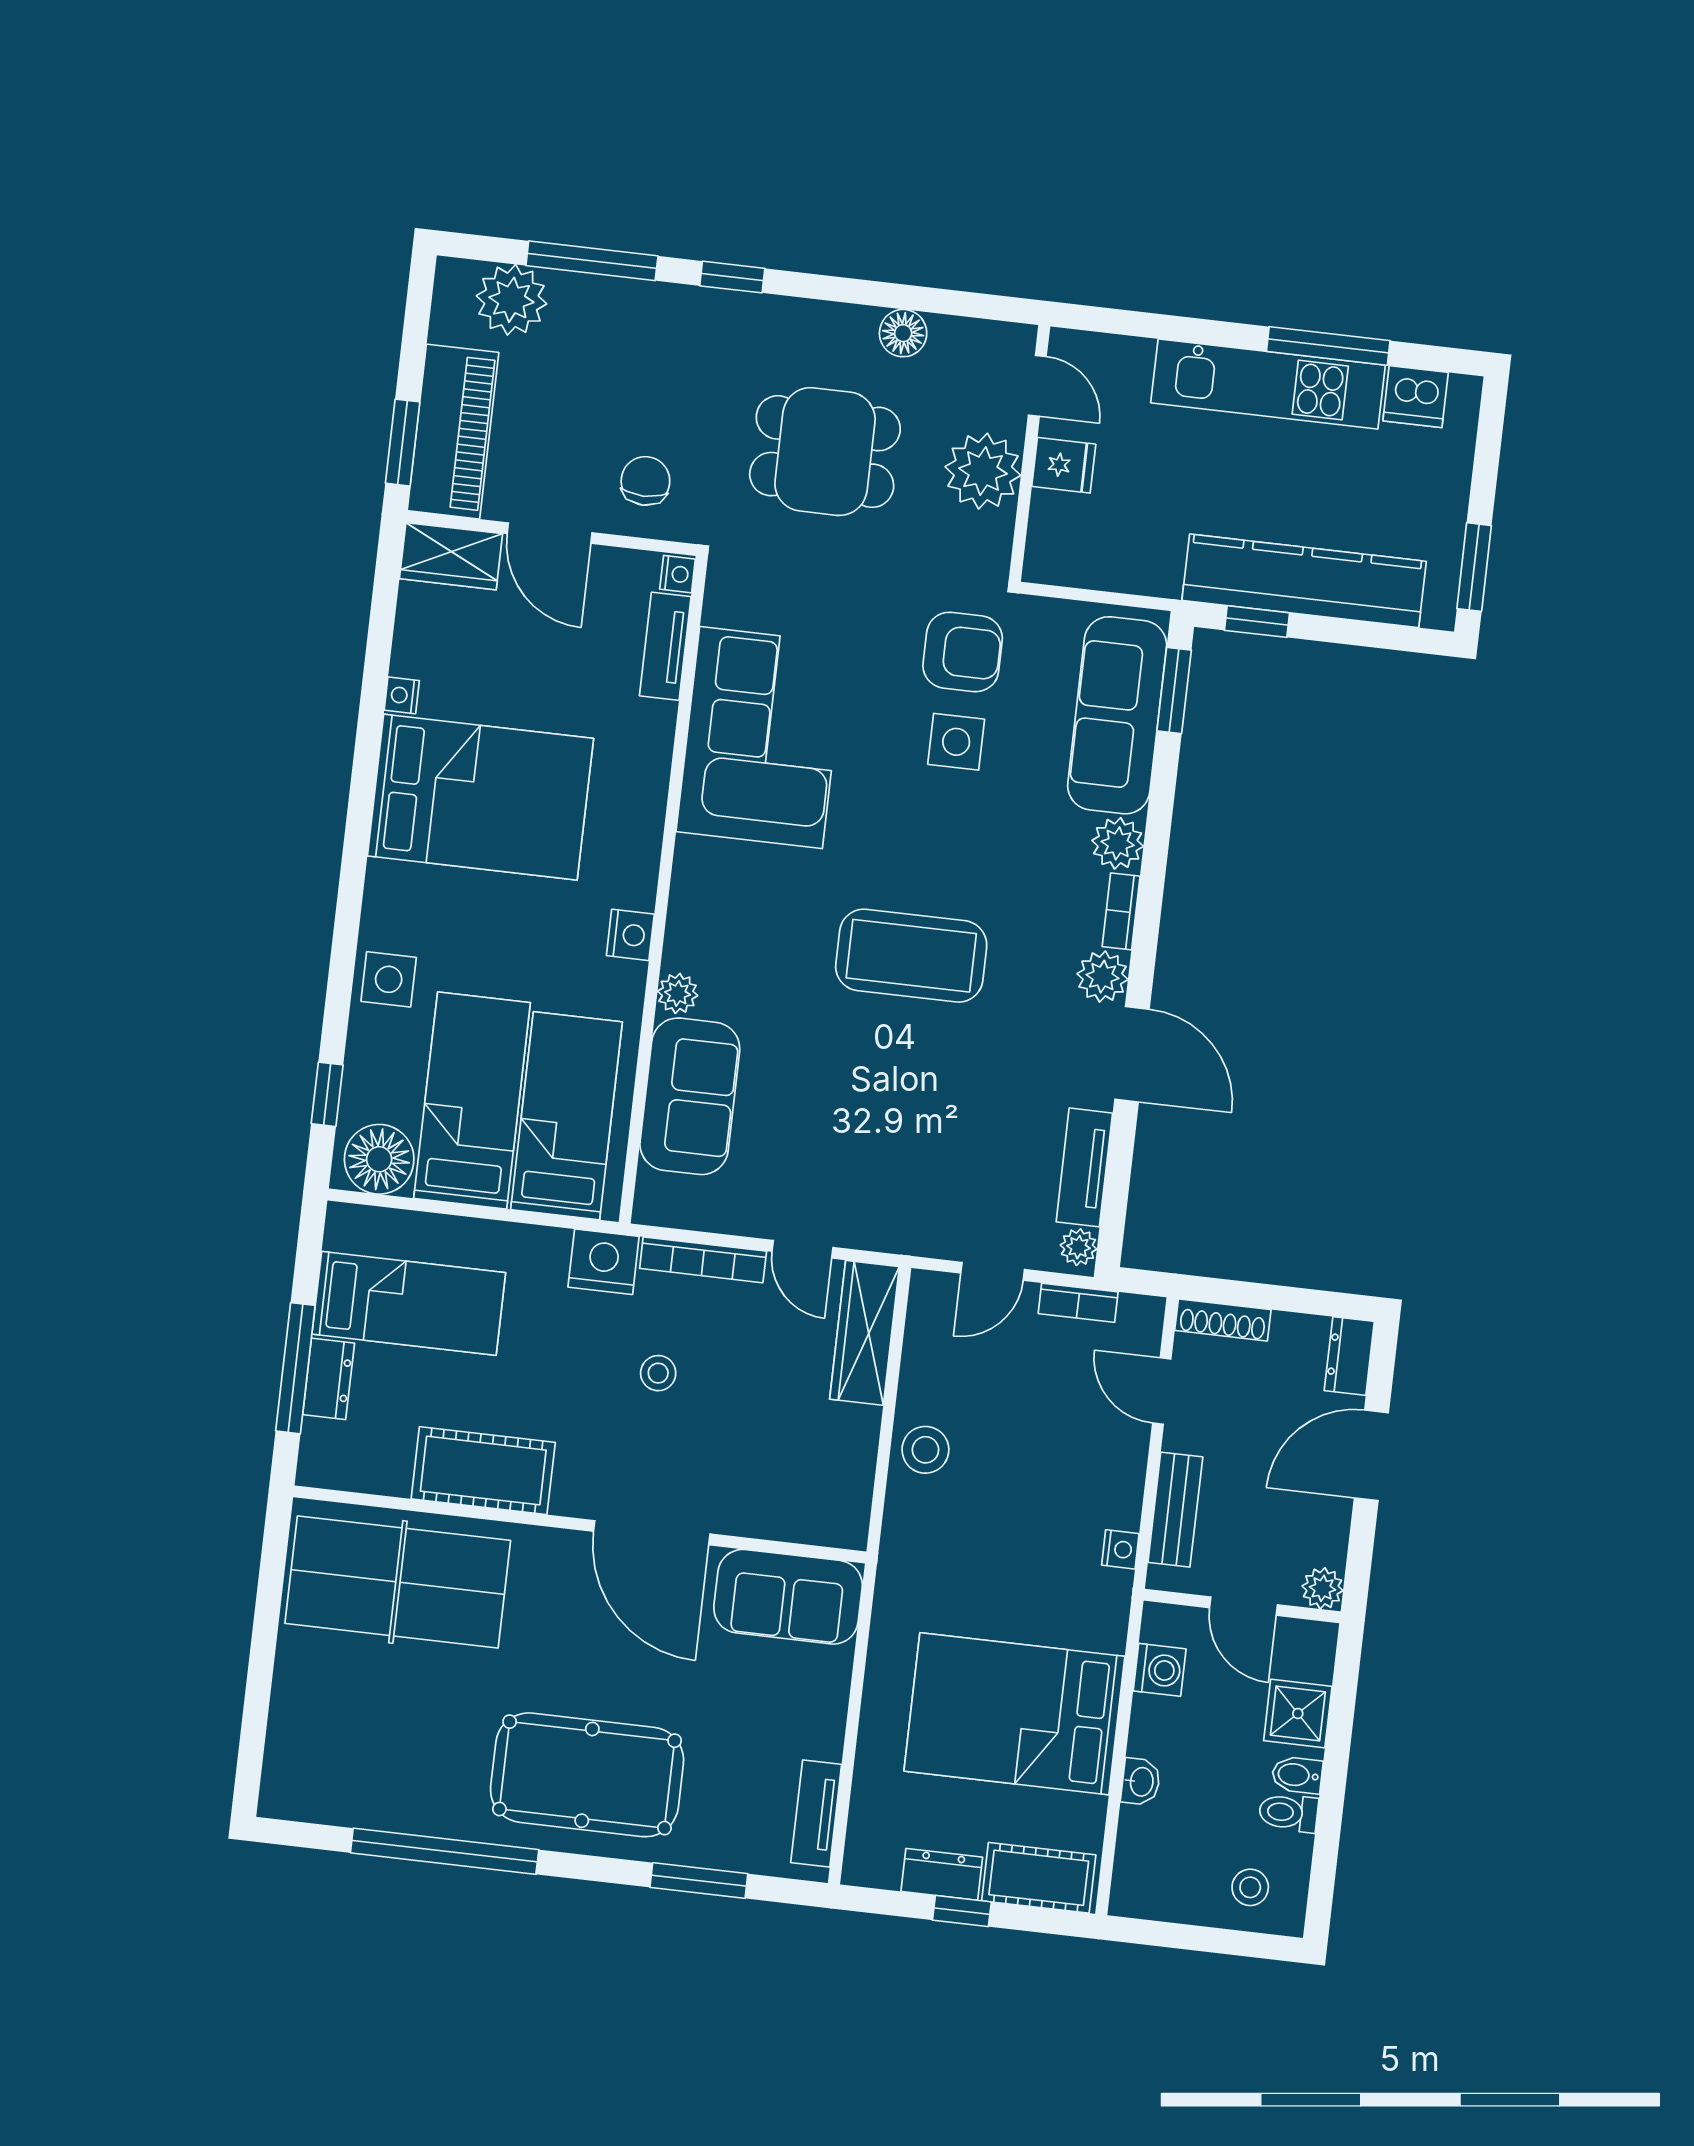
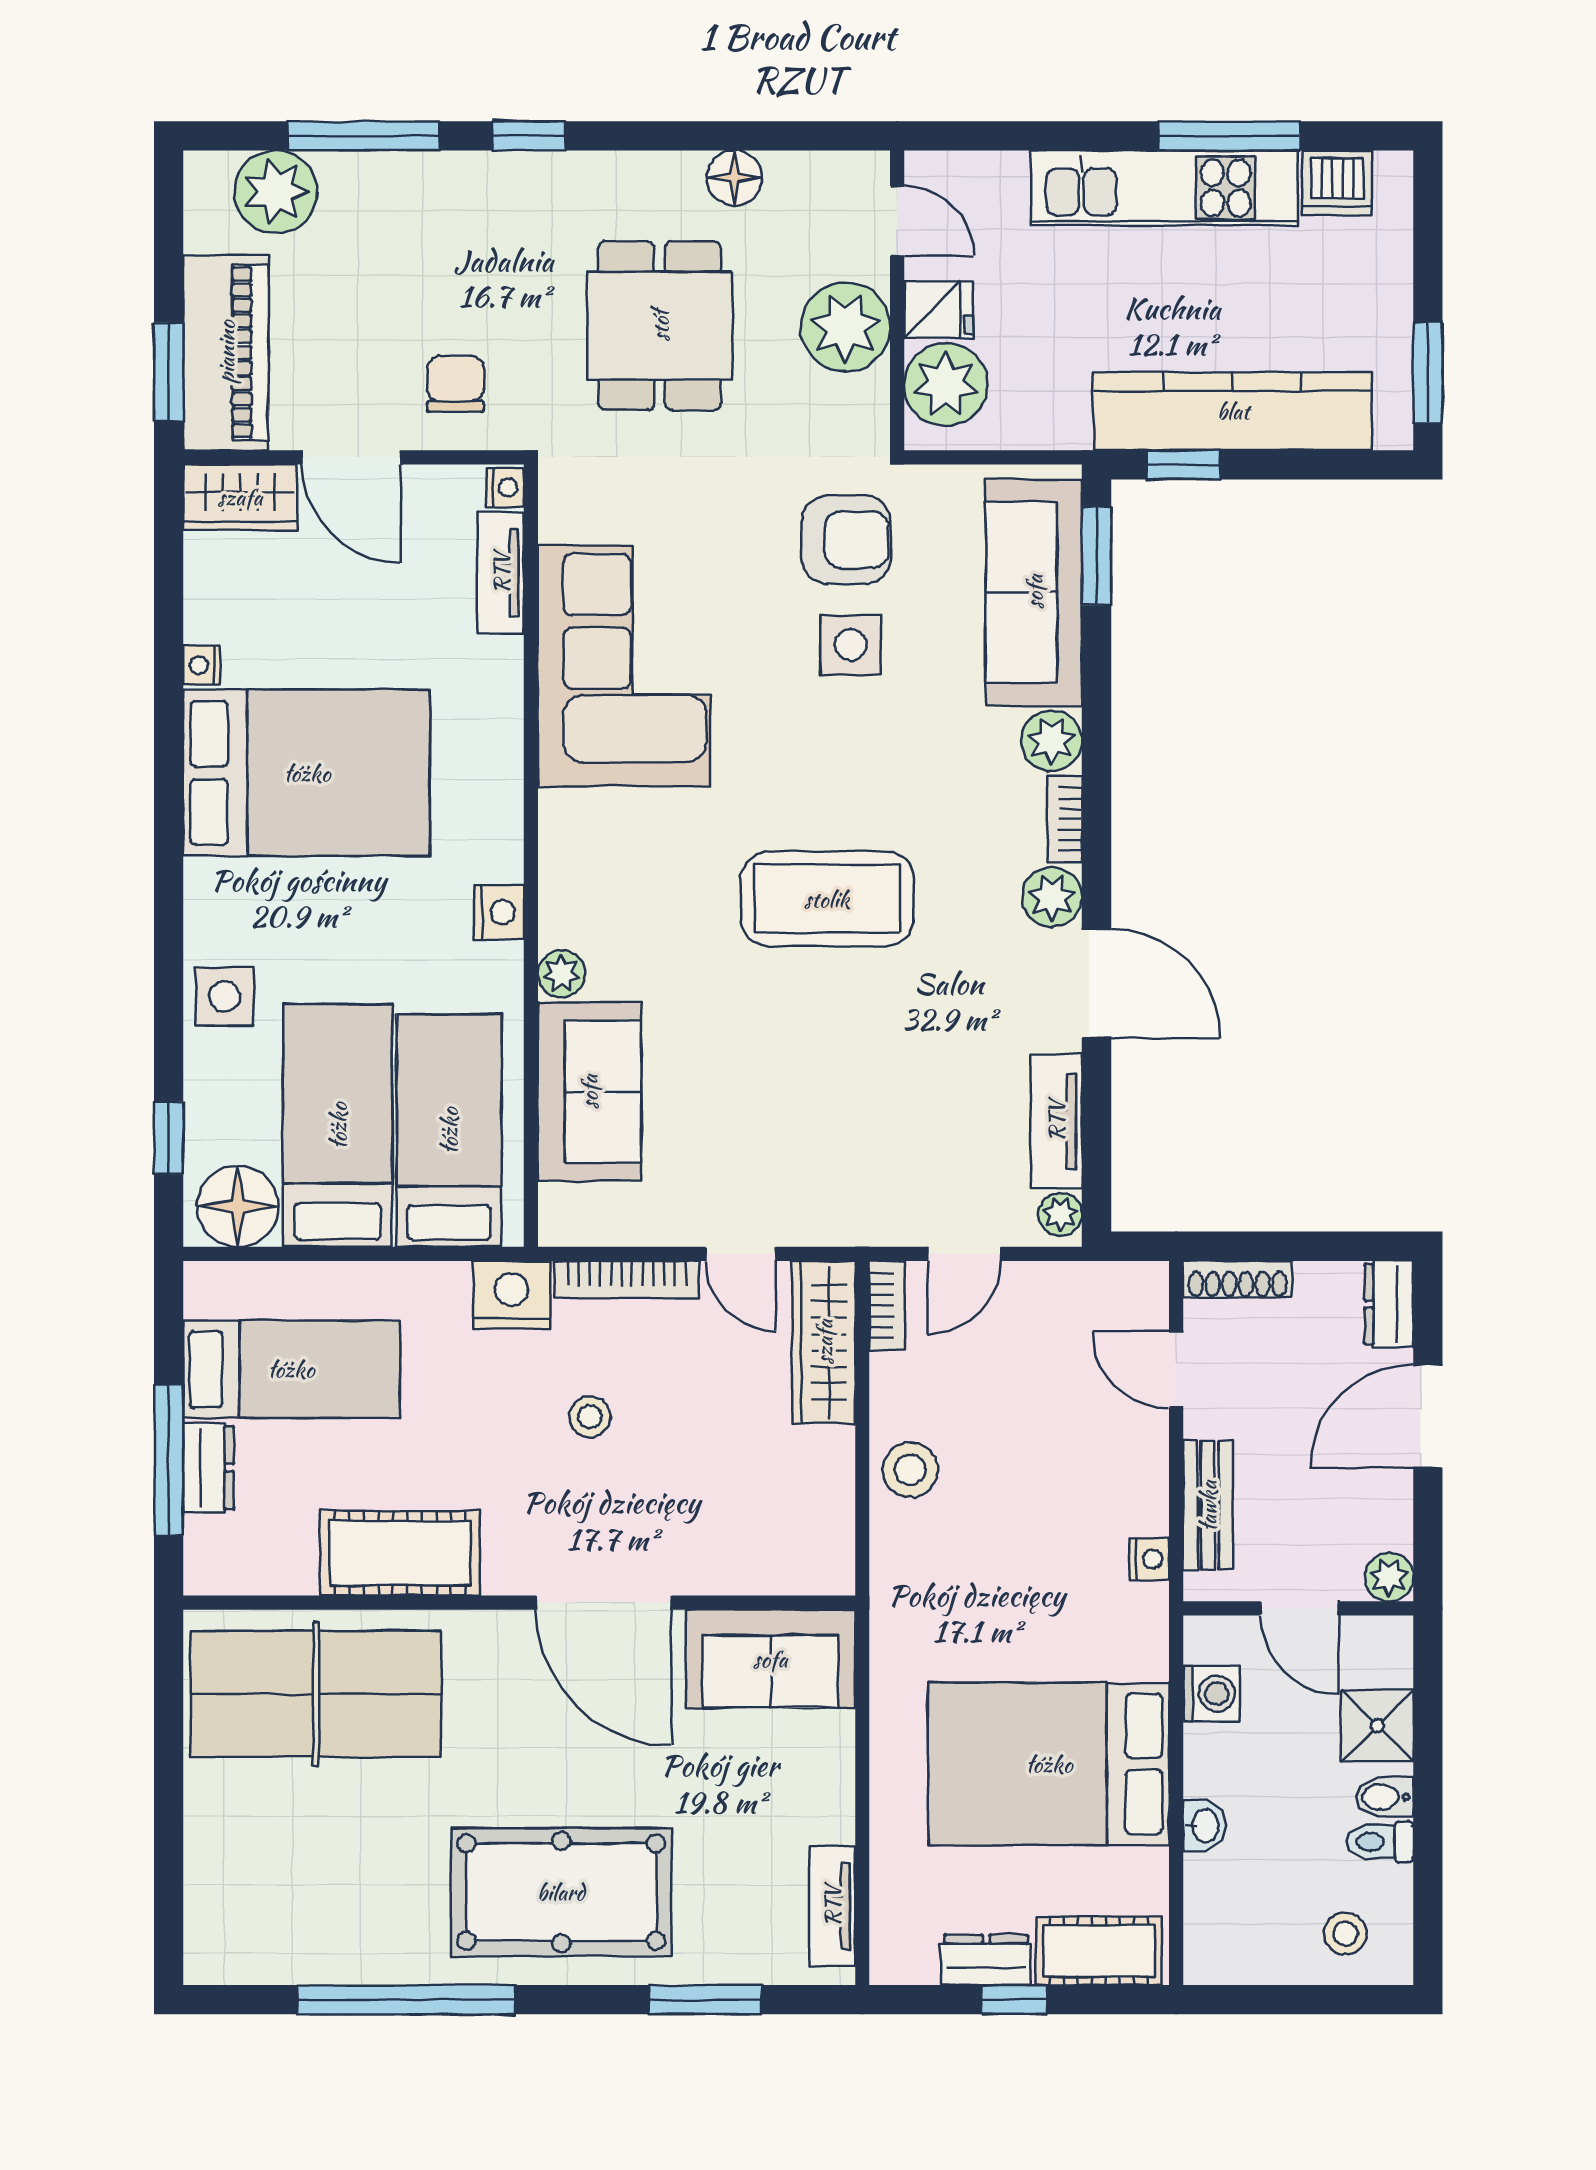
dining table: (825, 452) -> (660, 326), turned 90
plant: (1063, 530) -> (946, 385), added
bookcase: (1078, 1303) -> (887, 1306), moved, turned -90

